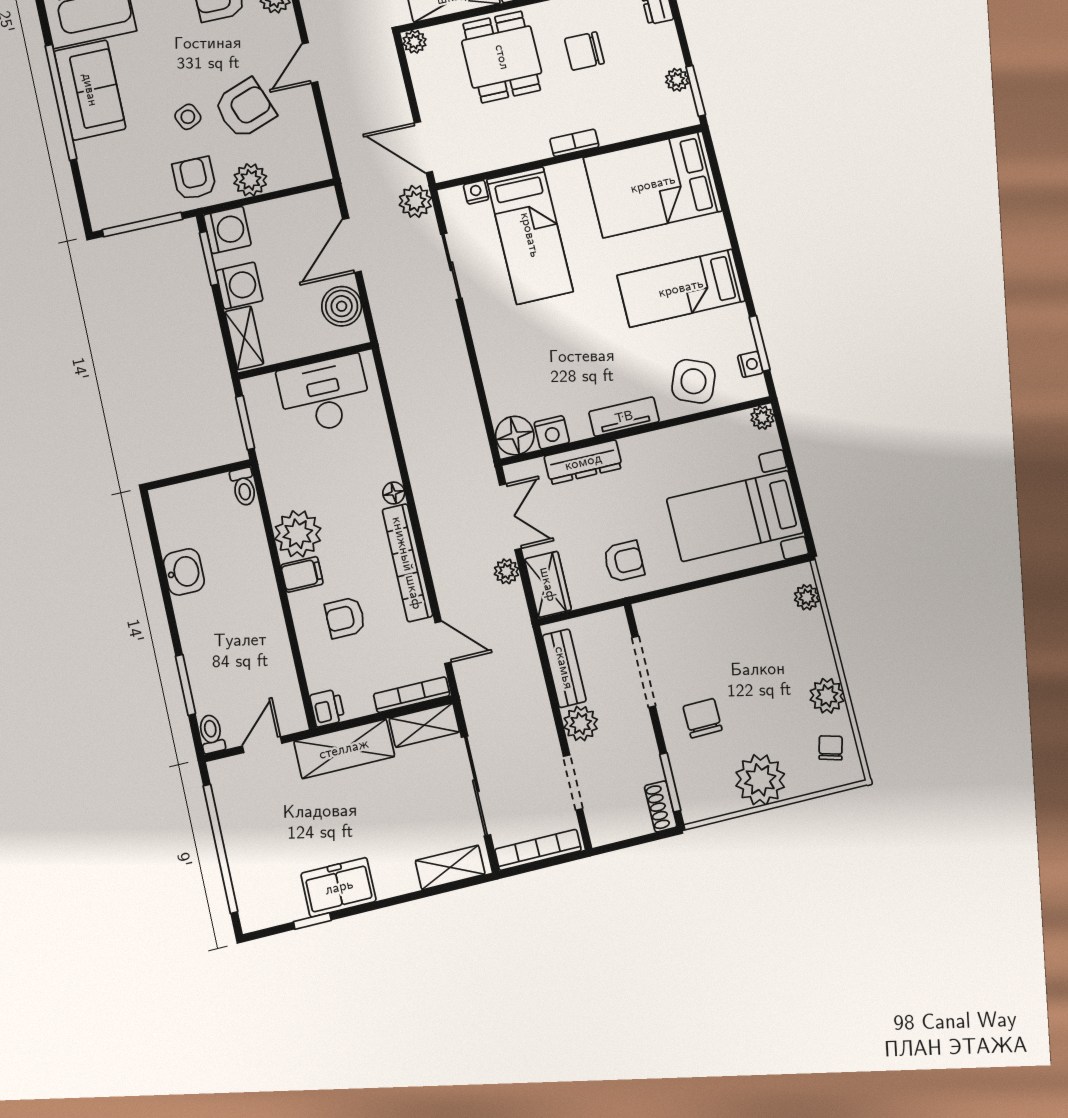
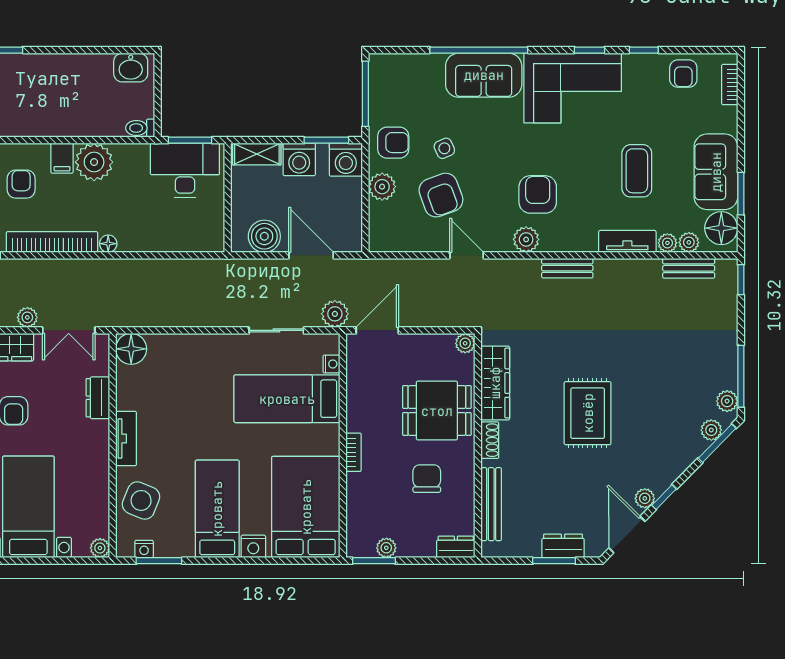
desk: (325, 395) -> (185, 170), moved, turned -90
nightstand: (552, 432) -> (253, 546), moved, turned -90
dresser: (583, 462) -> (98, 398), width x0.70
washbasin: (184, 572) -> (131, 68), moved

